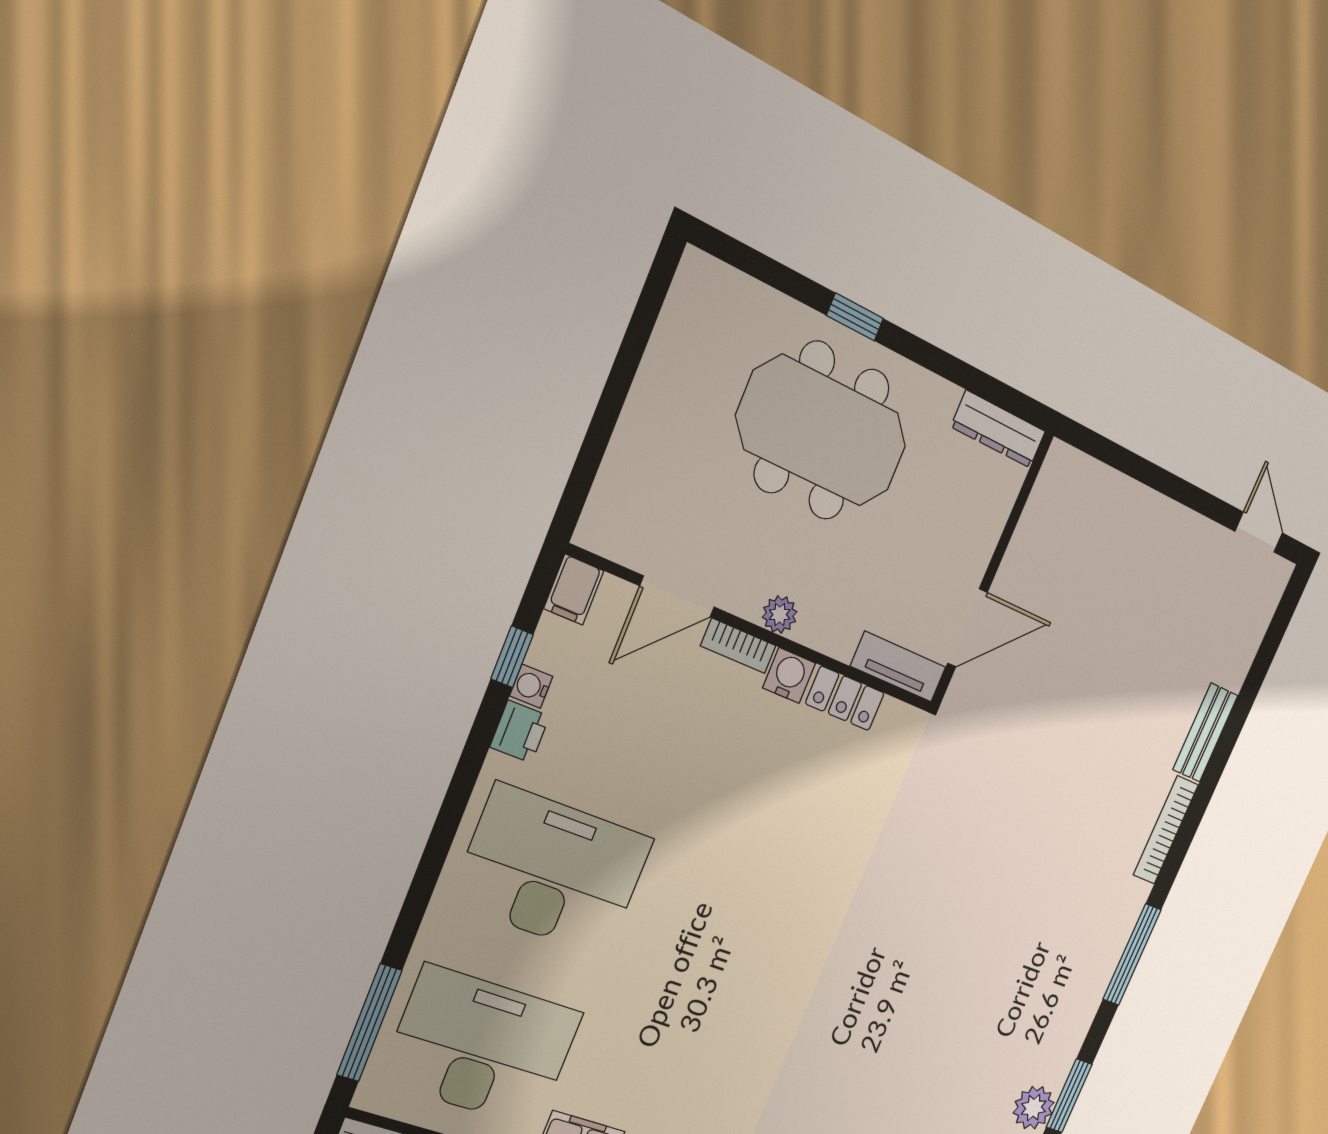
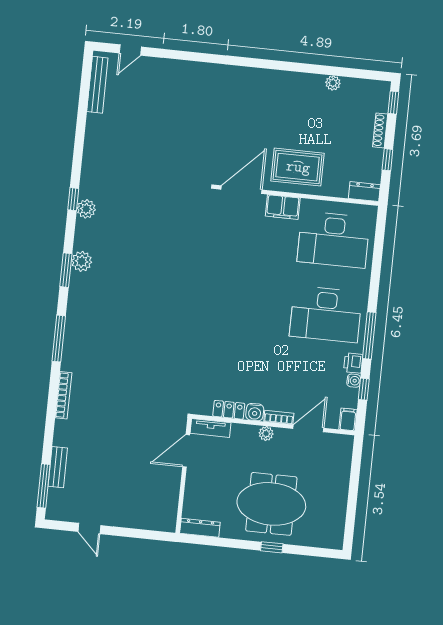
door: (1259, 532) -> (89, 528), moved
window: (1272, 641) -> (44, 486), added
bench: (1205, 733) -> (58, 467), moved
window: (369, 1023) -> (369, 336), moved

